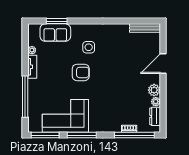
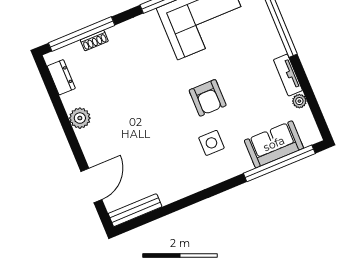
window: (57, 21) -> (279, 163), width x2.11
door: (163, 64) -> (91, 185), moved
armchair: (81, 72) -> (208, 98), turned -90
plant: (156, 102) -> (70, 101), removed

